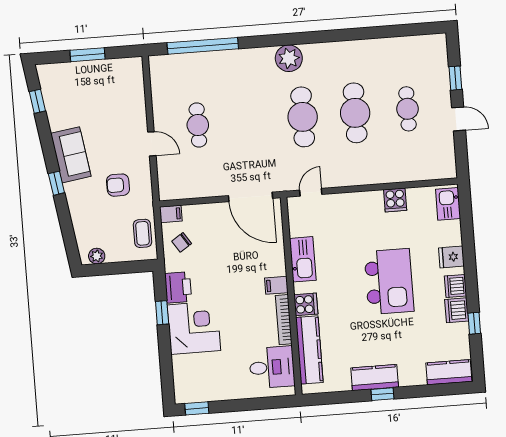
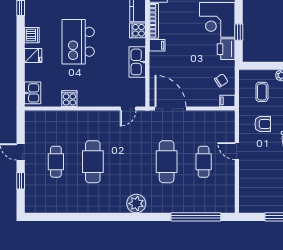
cafe table: (303, 117) -> (167, 162), moved
coffee table: (142, 233) -> (262, 92), moved
dishwasher: (457, 310) -> (32, 18), removed

